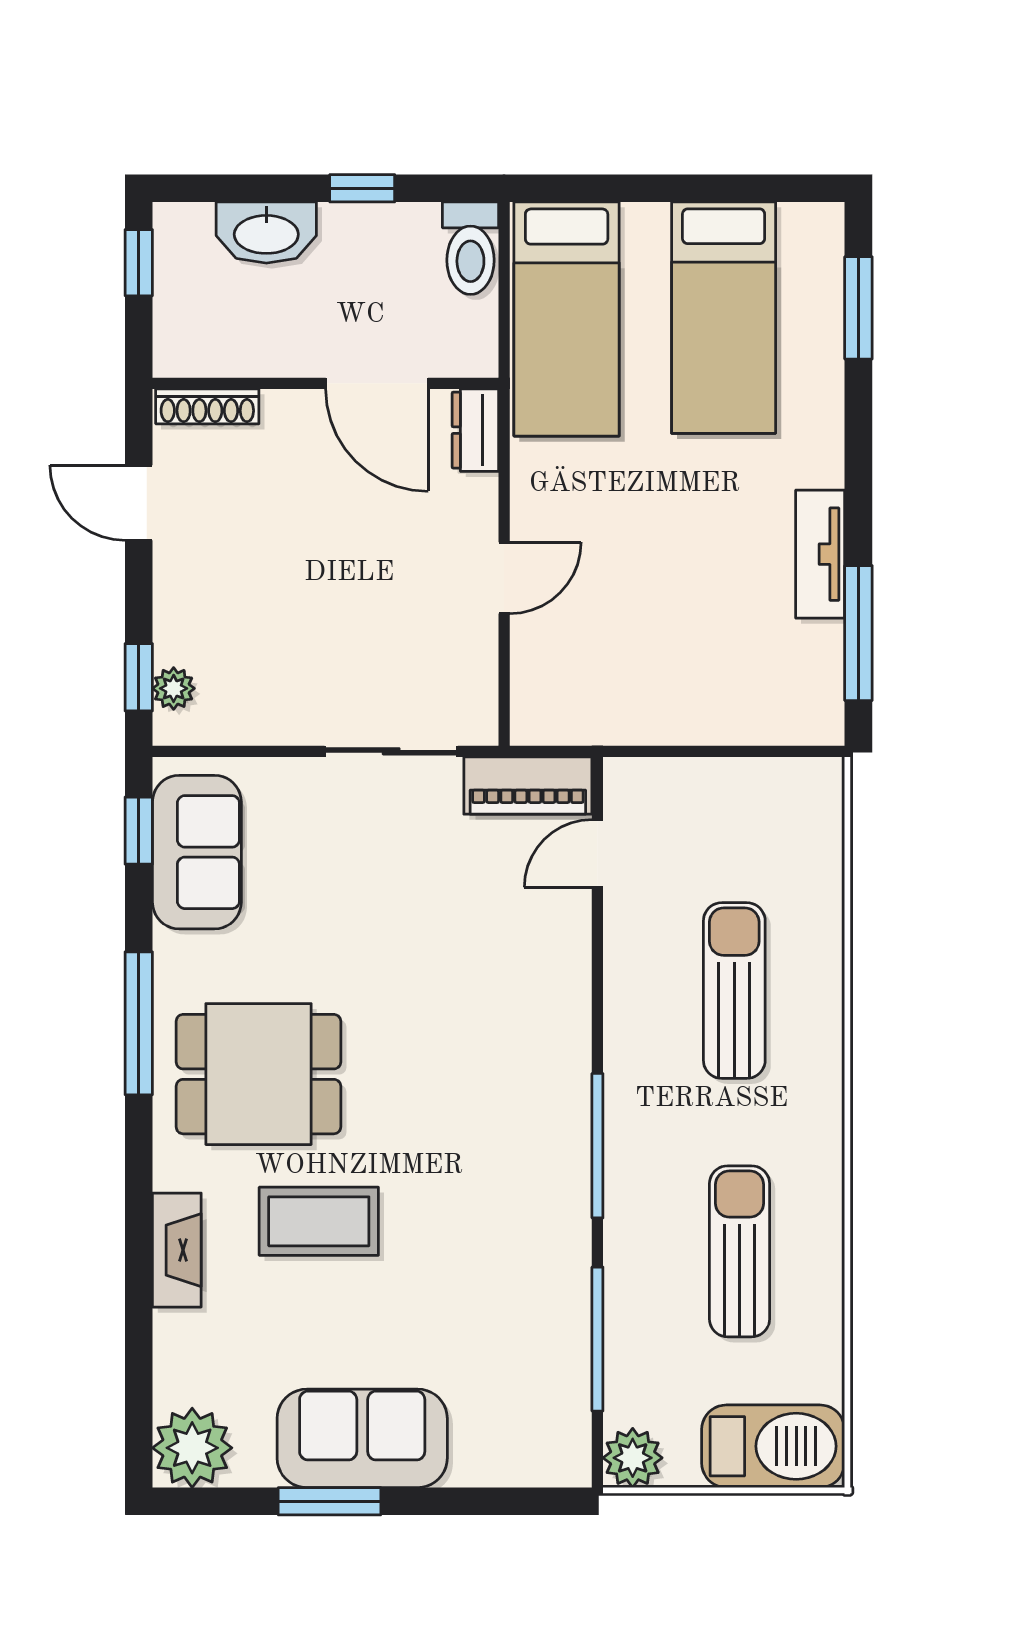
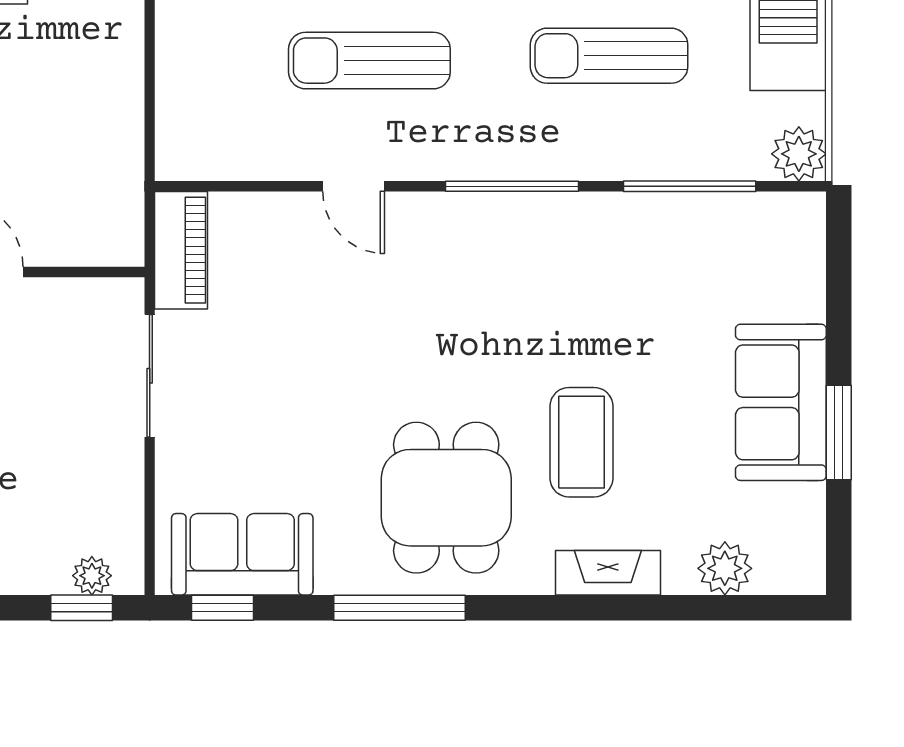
door: (597, 853) -> (354, 186), moved
plant: (192, 1448) -> (725, 568), moved, width x0.73, depth x0.73

